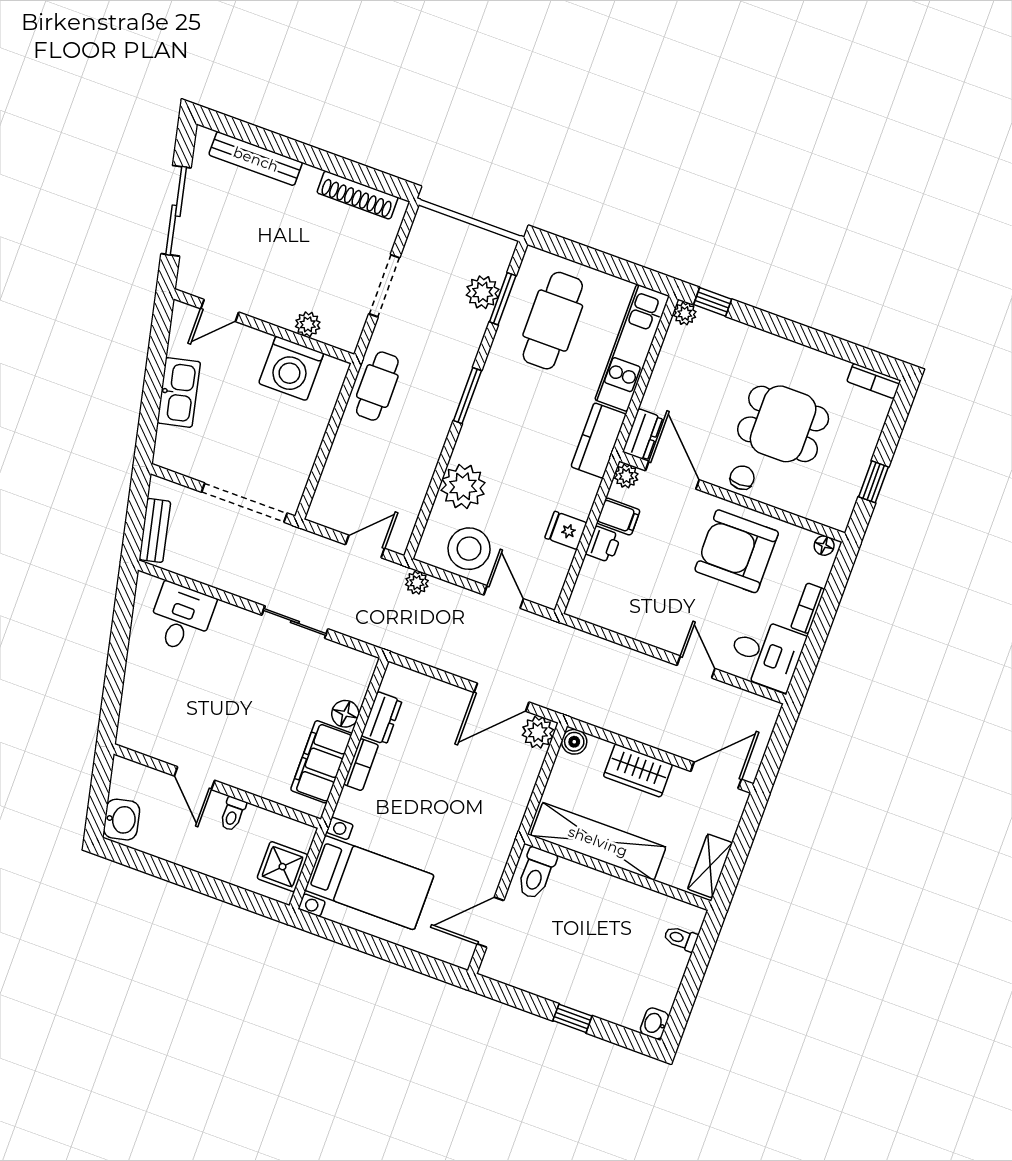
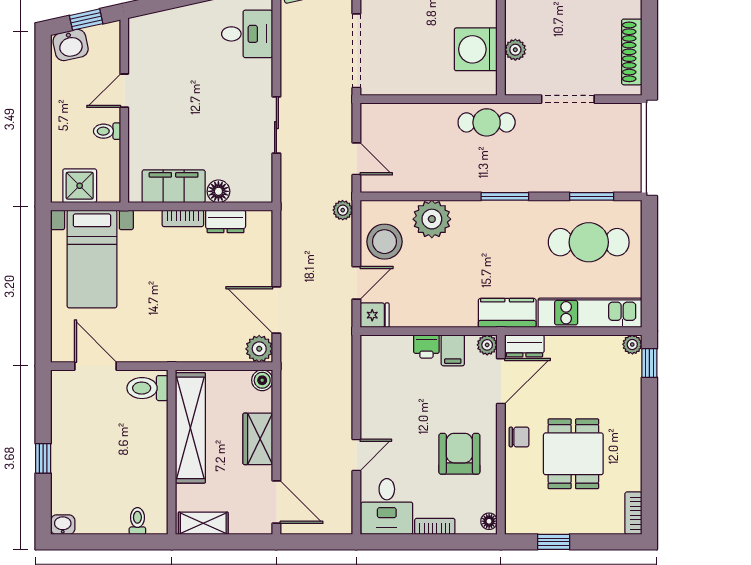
plant: (483, 292) -> (591, 179), removed
fridge: (566, 530) -> (375, 315), moved, turned 90
armchair: (737, 551) -> (459, 454), width x0.73, depth x0.73
window: (99, 792) -> (86, 20), added

